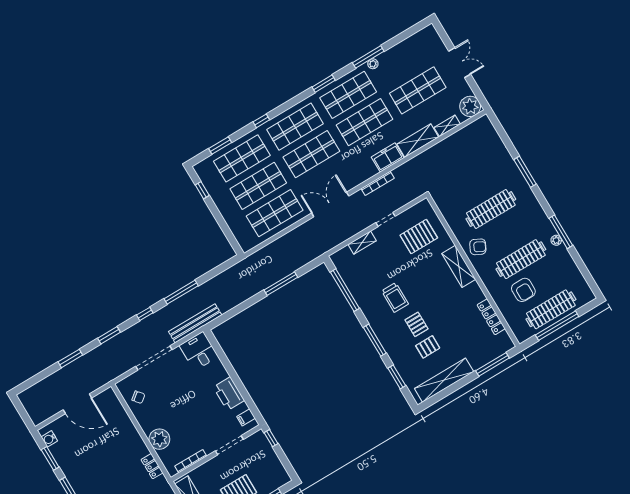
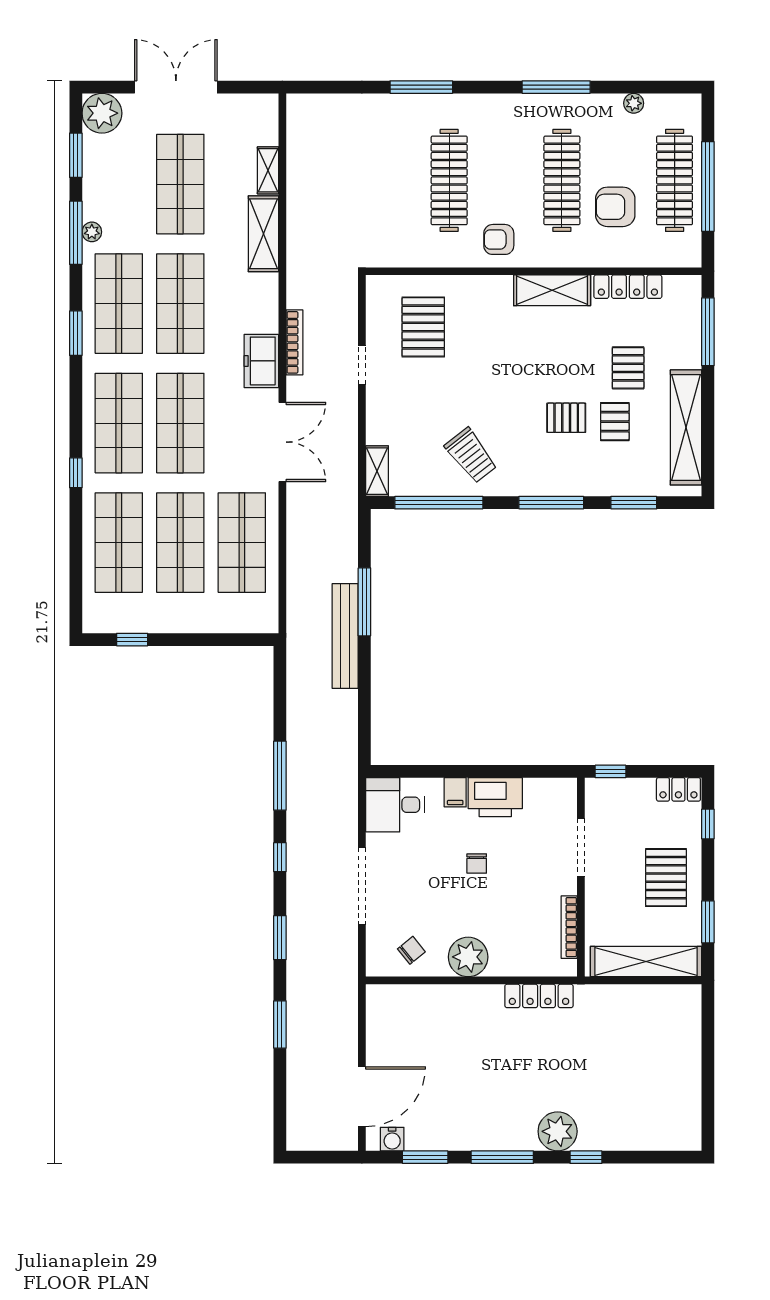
double door: (460, 63) -> (176, 87), width x1.37
plant: (470, 106) -> (102, 113), moved
window: (220, 146) -> (76, 155), moved
freezer: (388, 157) -> (261, 361), moved
double door: (330, 204) -> (282, 442), swing flipped
plant: (556, 240) -> (634, 103), moved
shelving: (362, 243) -> (377, 471), moved
armchair: (478, 247) -> (499, 239), turned -117
shelving: (459, 266) -> (552, 290), moved
armchair: (523, 290) -> (615, 207), turned 180
trolley: (395, 297) -> (471, 455), moved, turned 52
bench: (195, 323) -> (345, 636), moved
pallet: (455, 339) -> (628, 368), added
chair: (194, 403) -> (477, 863), added
door: (77, 404) -> (362, 1097), moved
filing cabinet: (246, 417) -> (455, 792), moved
plant: (159, 439) -> (468, 957), moved
locker: (152, 466) -> (539, 996), width x1.53
locker: (281, 473) -> (678, 789), added

